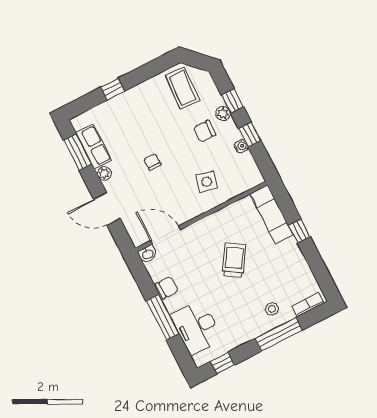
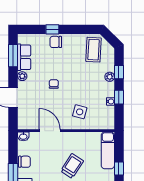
chair: (205, 131) -> (56, 42), moved
door: (165, 235) -> (50, 131), moved

